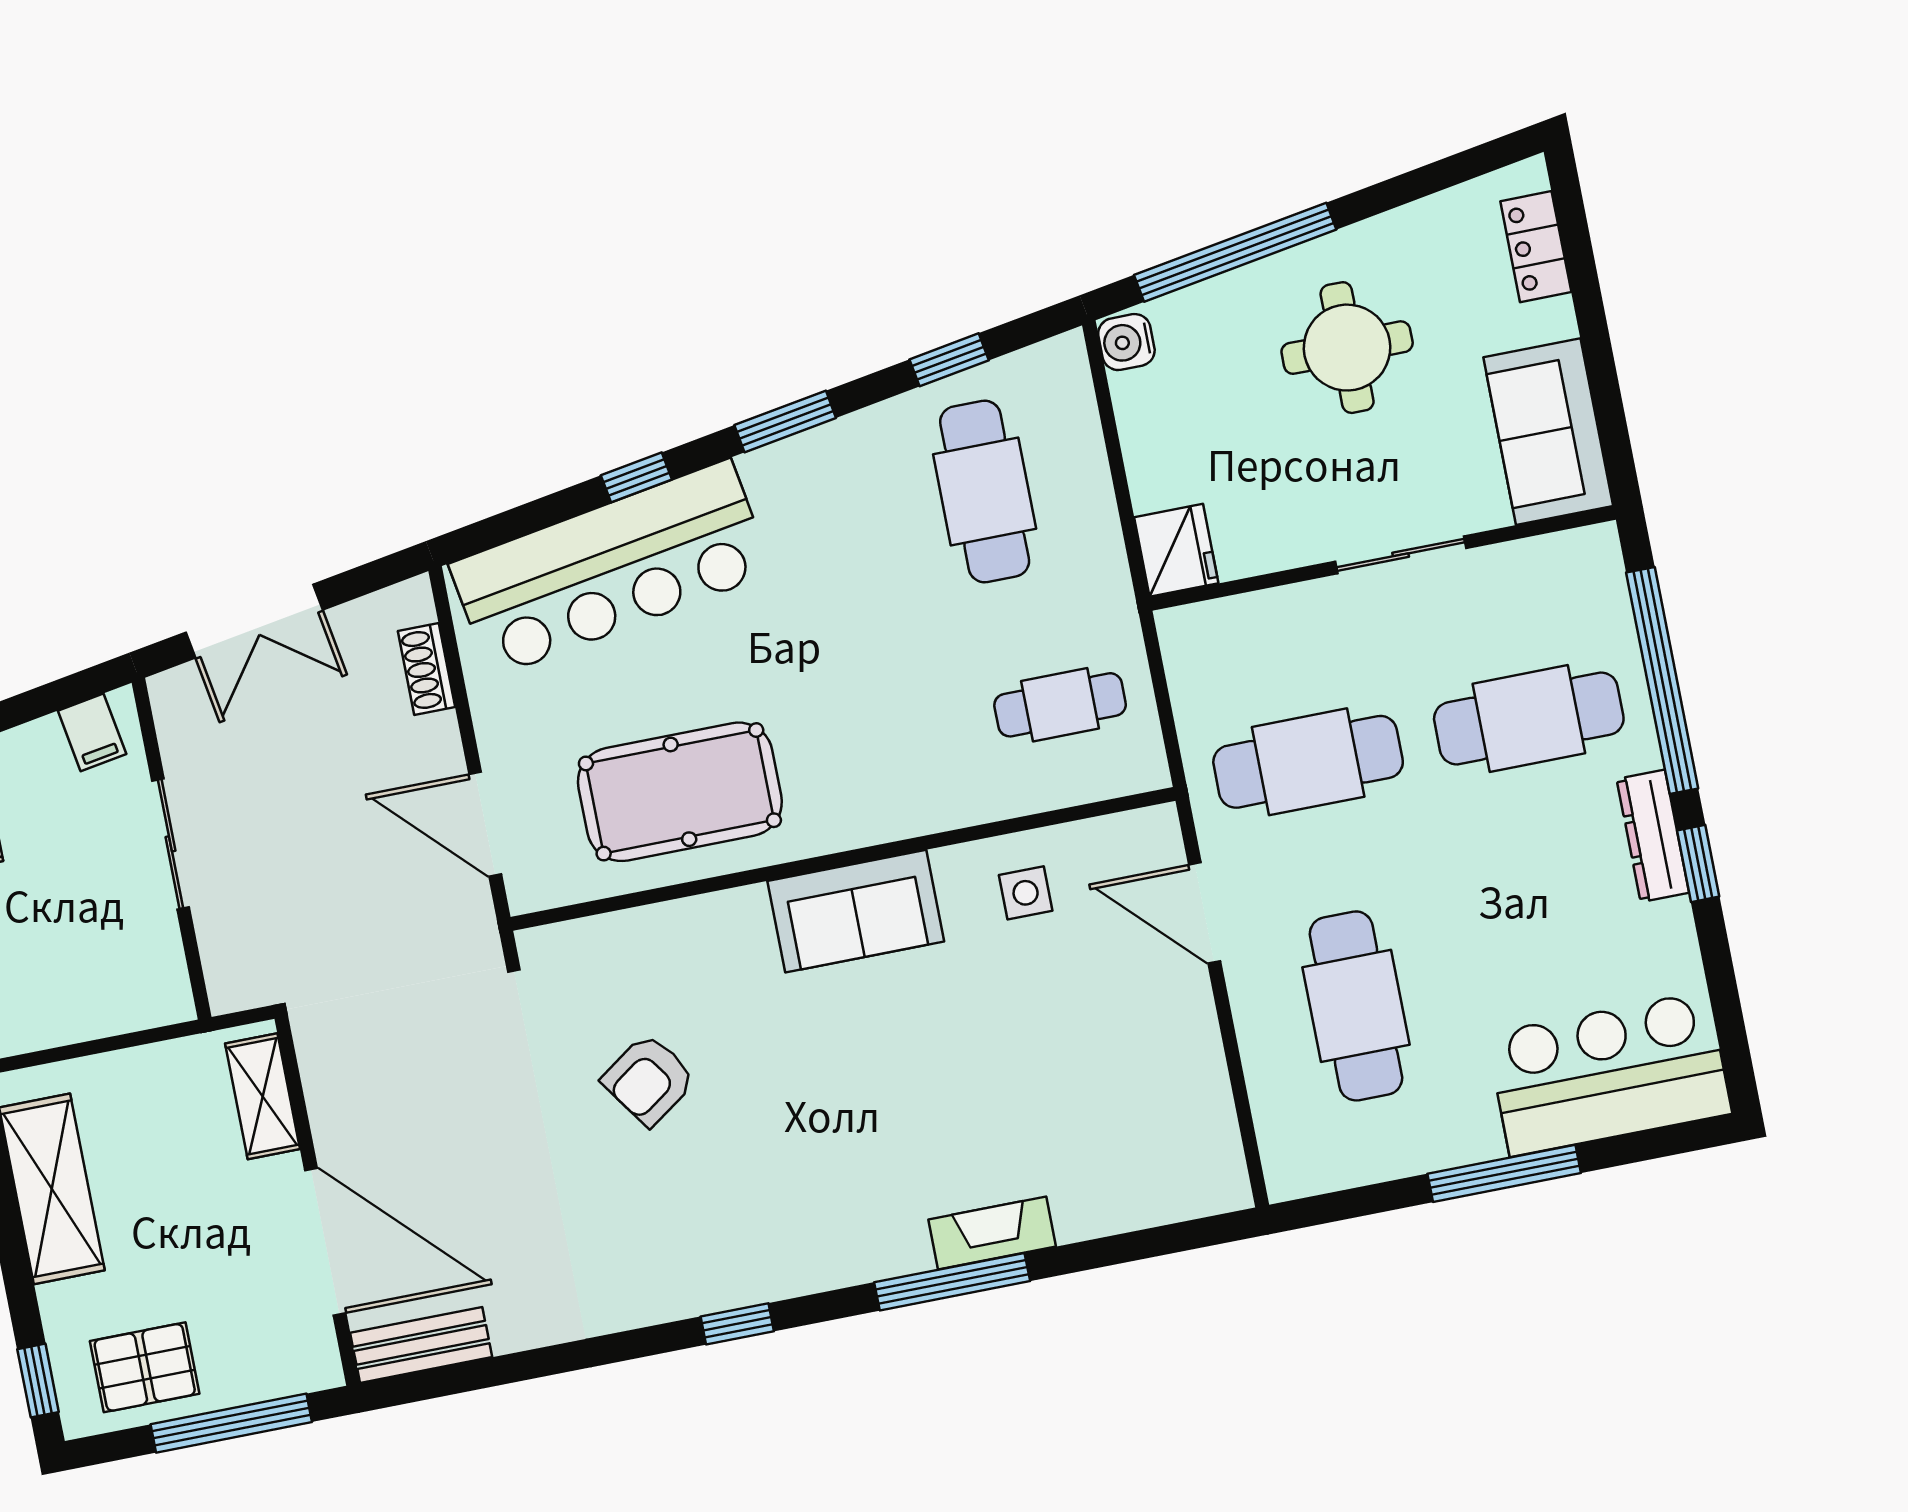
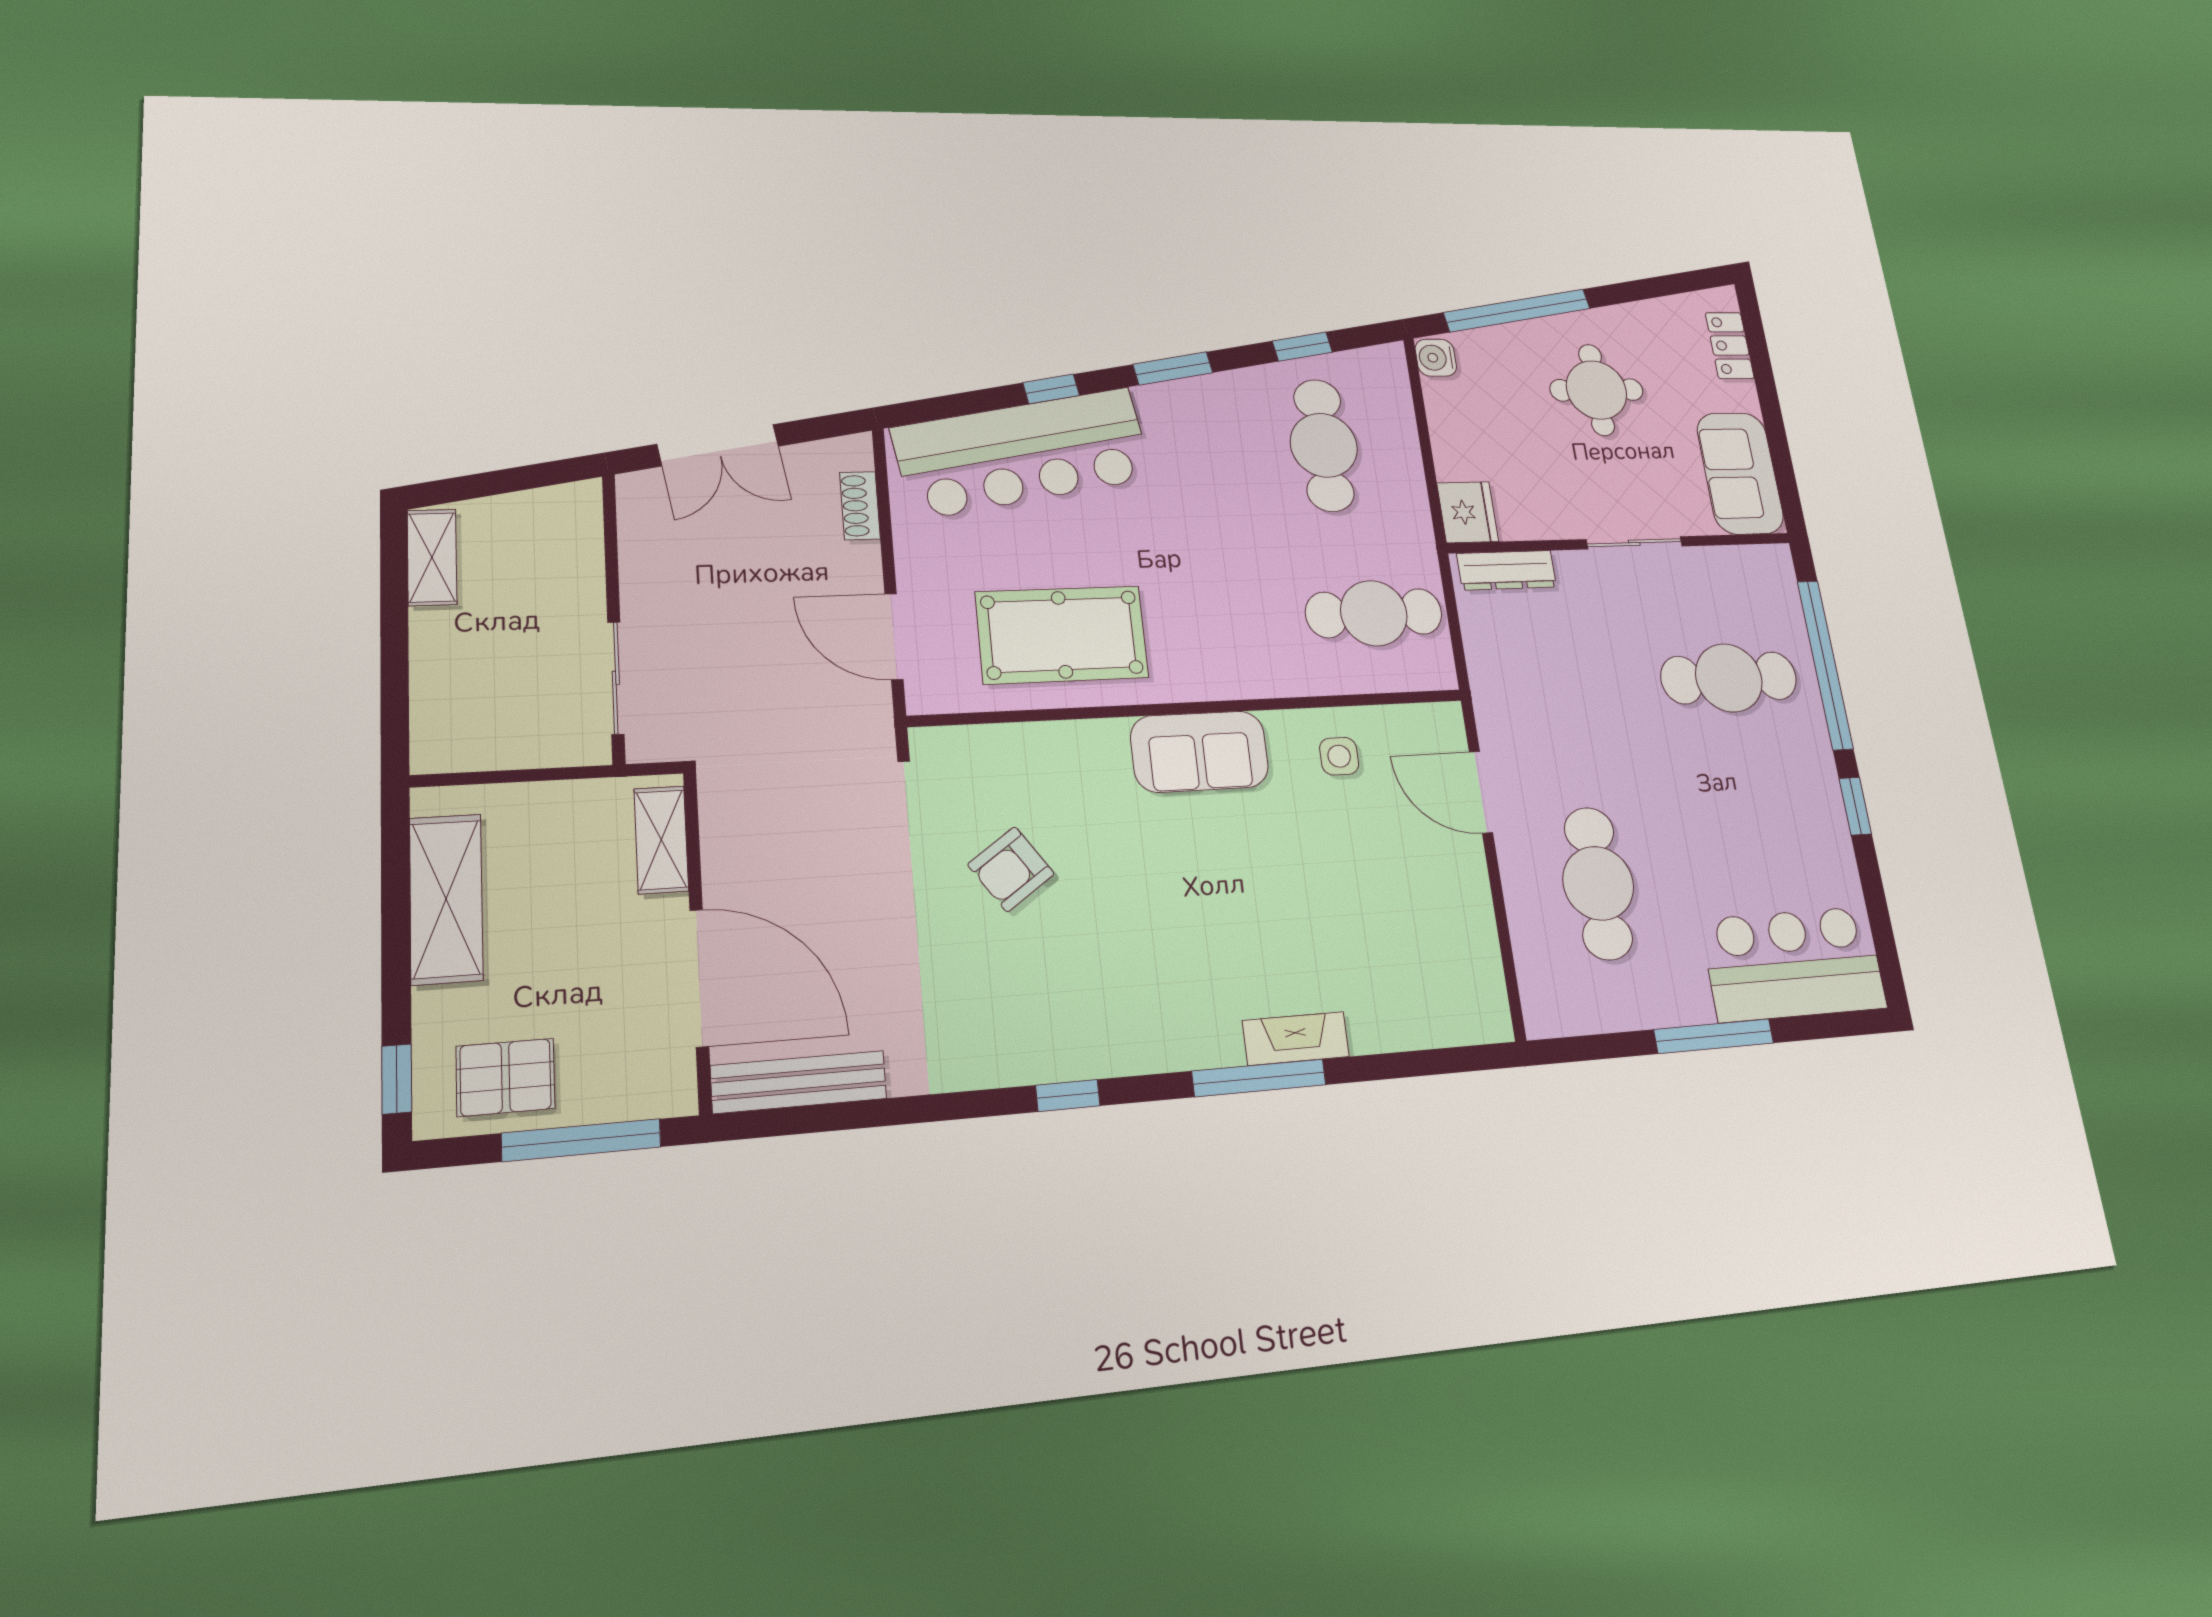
cafe table: (1060, 705) -> (1374, 613), width x1.37, depth x1.35
filing cabinet: (92, 732) -> (559, 511), removed
cafe table: (1308, 762) -> (1564, 686), removed
dresser: (1653, 836) -> (1507, 570), moved, turned -90
sliding door: (170, 844) -> (616, 678), moved
bench: (421, 1345) -> (799, 1082), width x1.36

